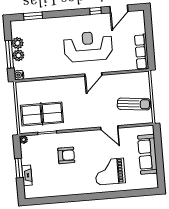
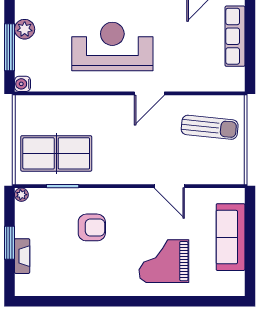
reception desk: (88, 47) -> (112, 46), moved
row of seats: (142, 52) -> (235, 36), moved
plant: (18, 55) -> (24, 50), removed
sun lounger: (134, 104) -> (210, 127), moved

